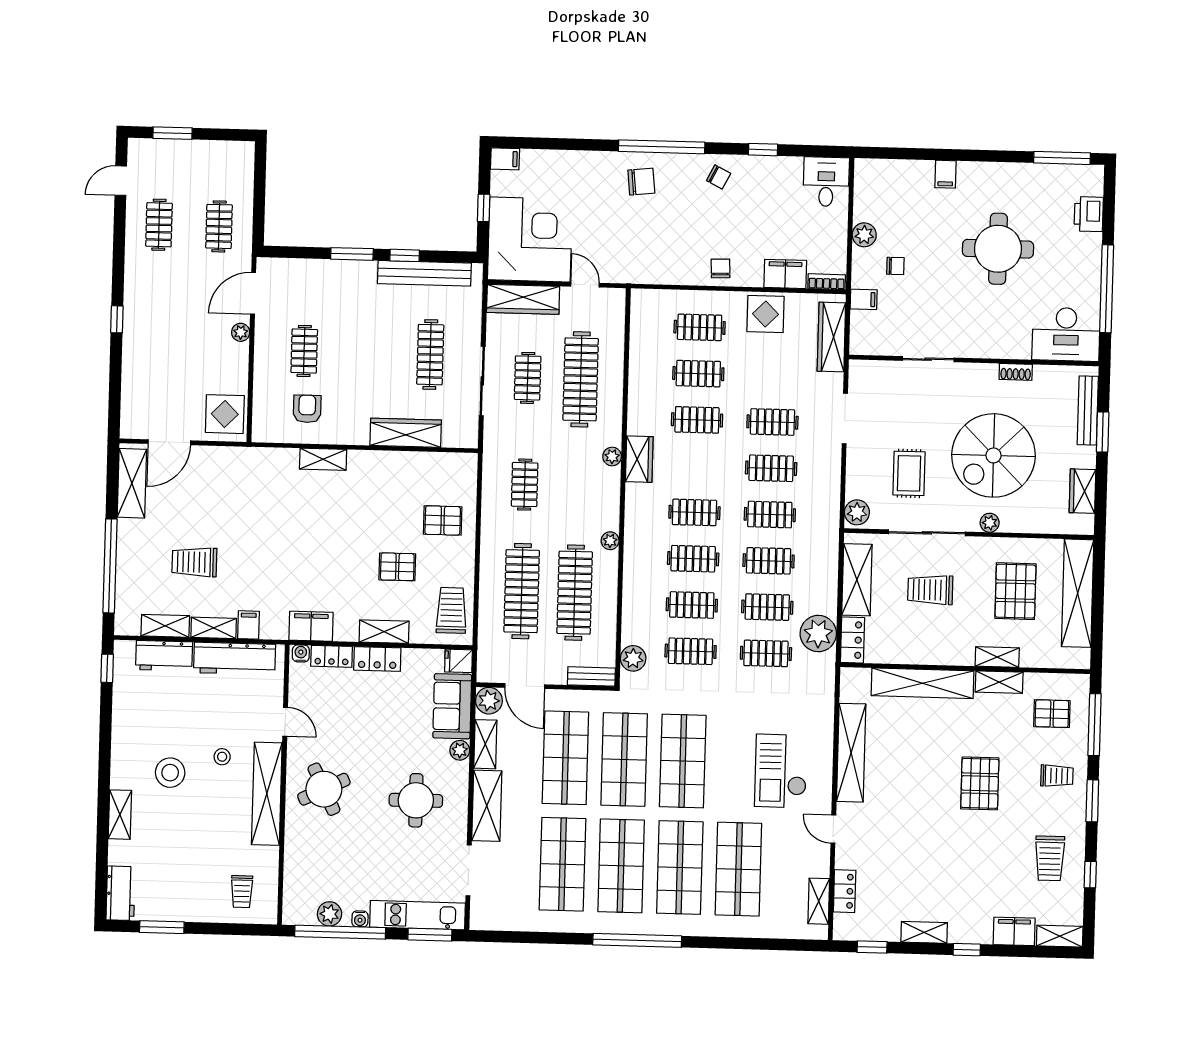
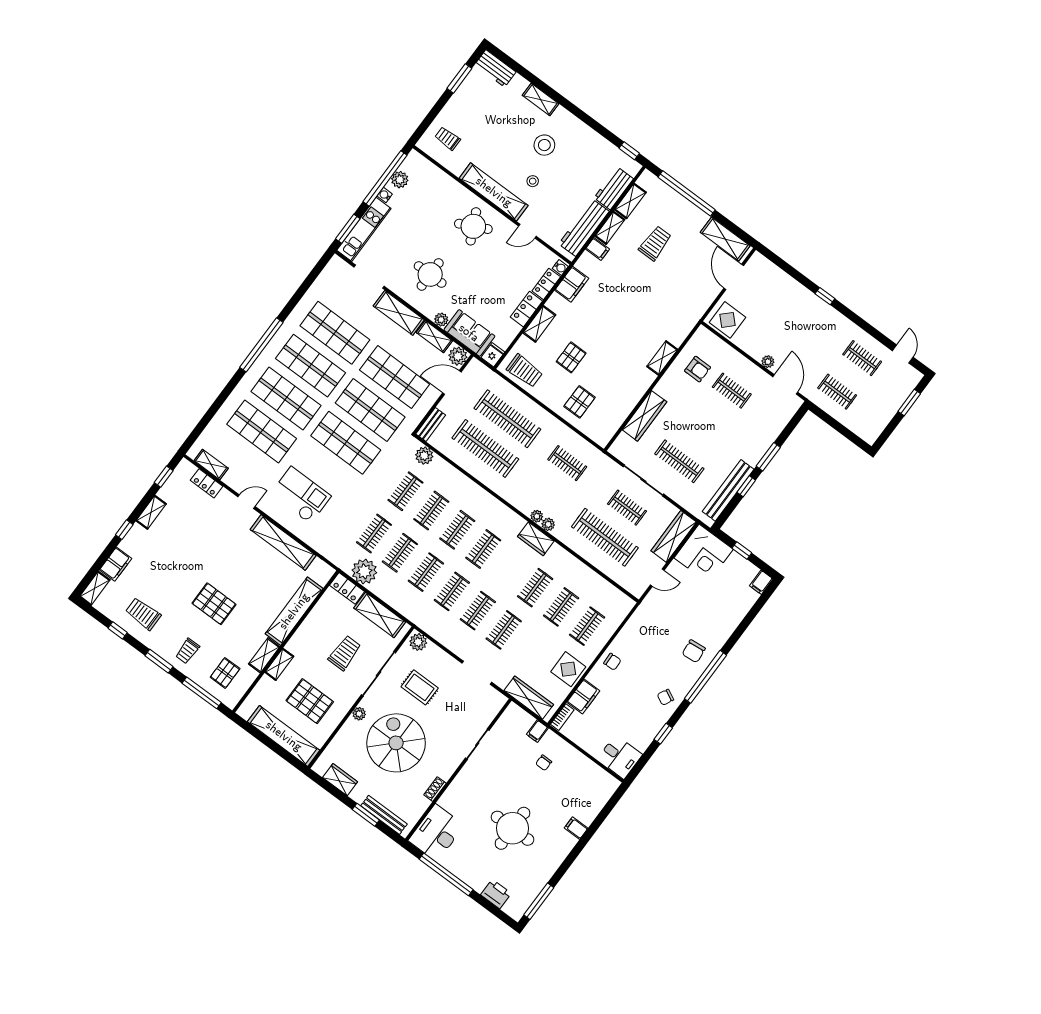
plant: (864, 235) -> (574, 757), removed
corner desk: (530, 239) -> (704, 554), width x0.74, depth x0.74
plant: (610, 541) -> (537, 516), moved

